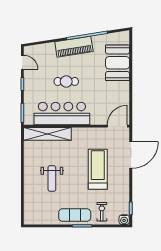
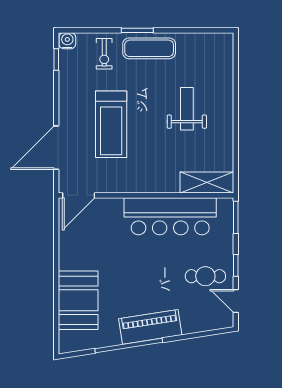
cafe table: (66, 81) -> (205, 276), moved
shelving: (47, 134) -> (207, 183), width x0.68

